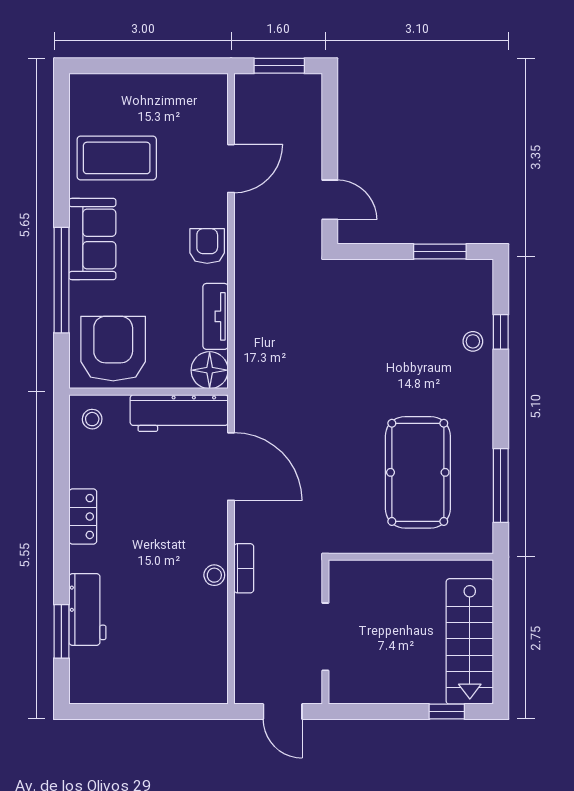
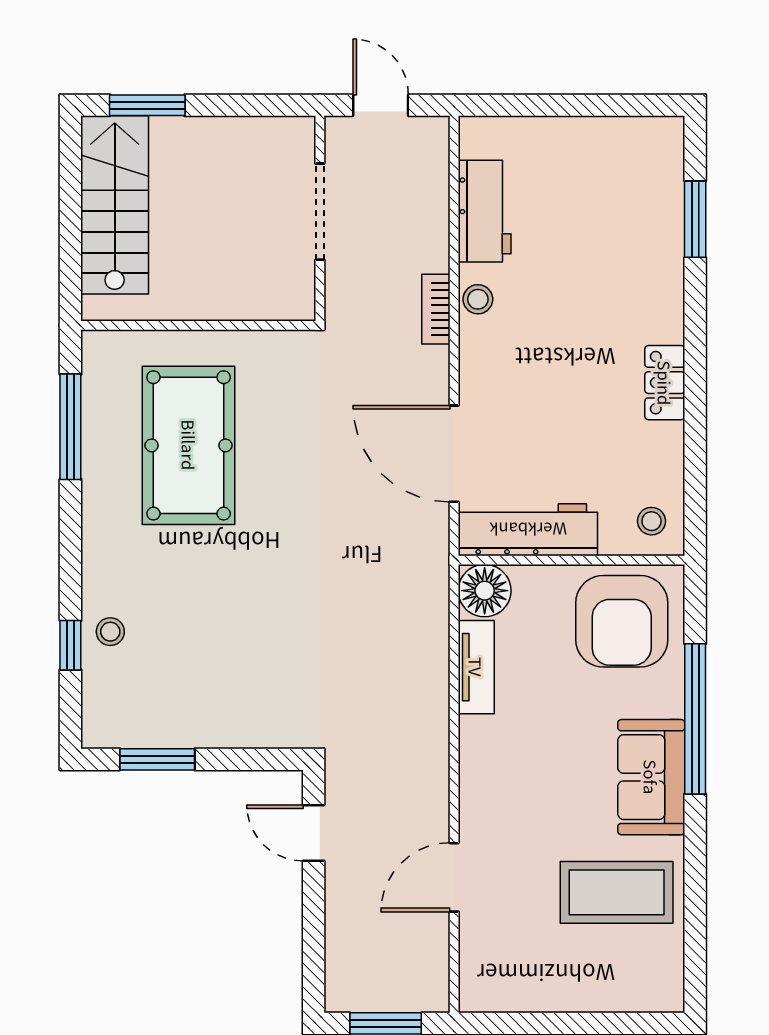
armchair: (207, 246) -> (488, 767), removed
workbench: (87, 609) -> (485, 211), moved, turned 180
window: (447, 712) -> (147, 105), width x1.50

